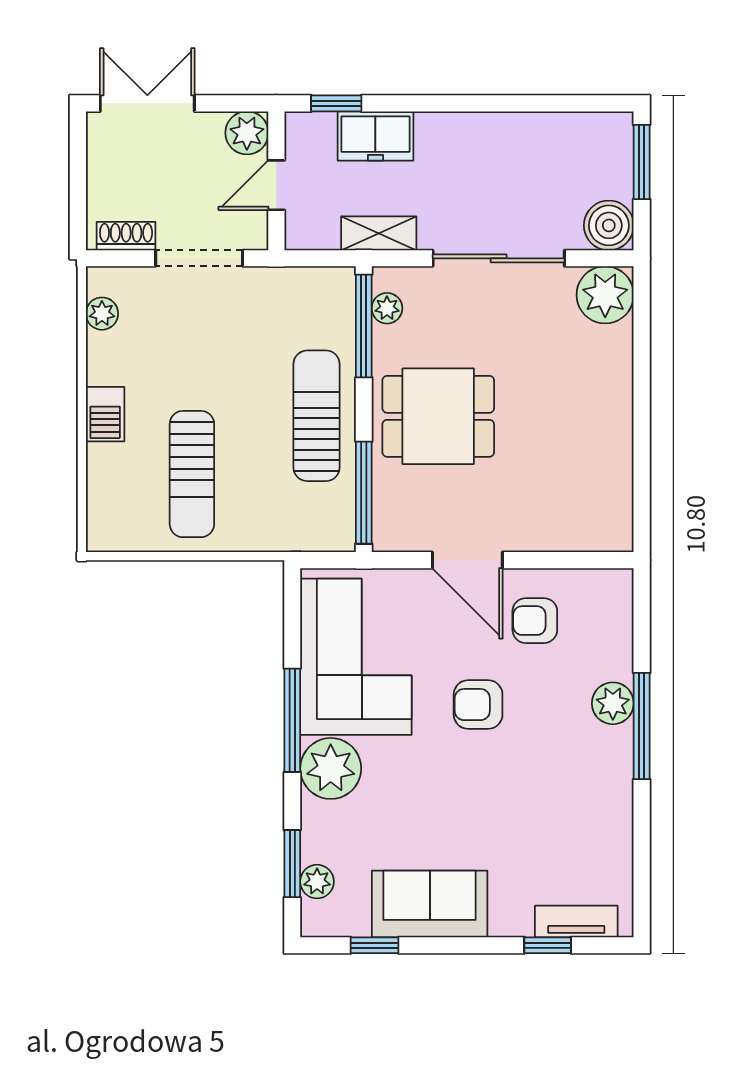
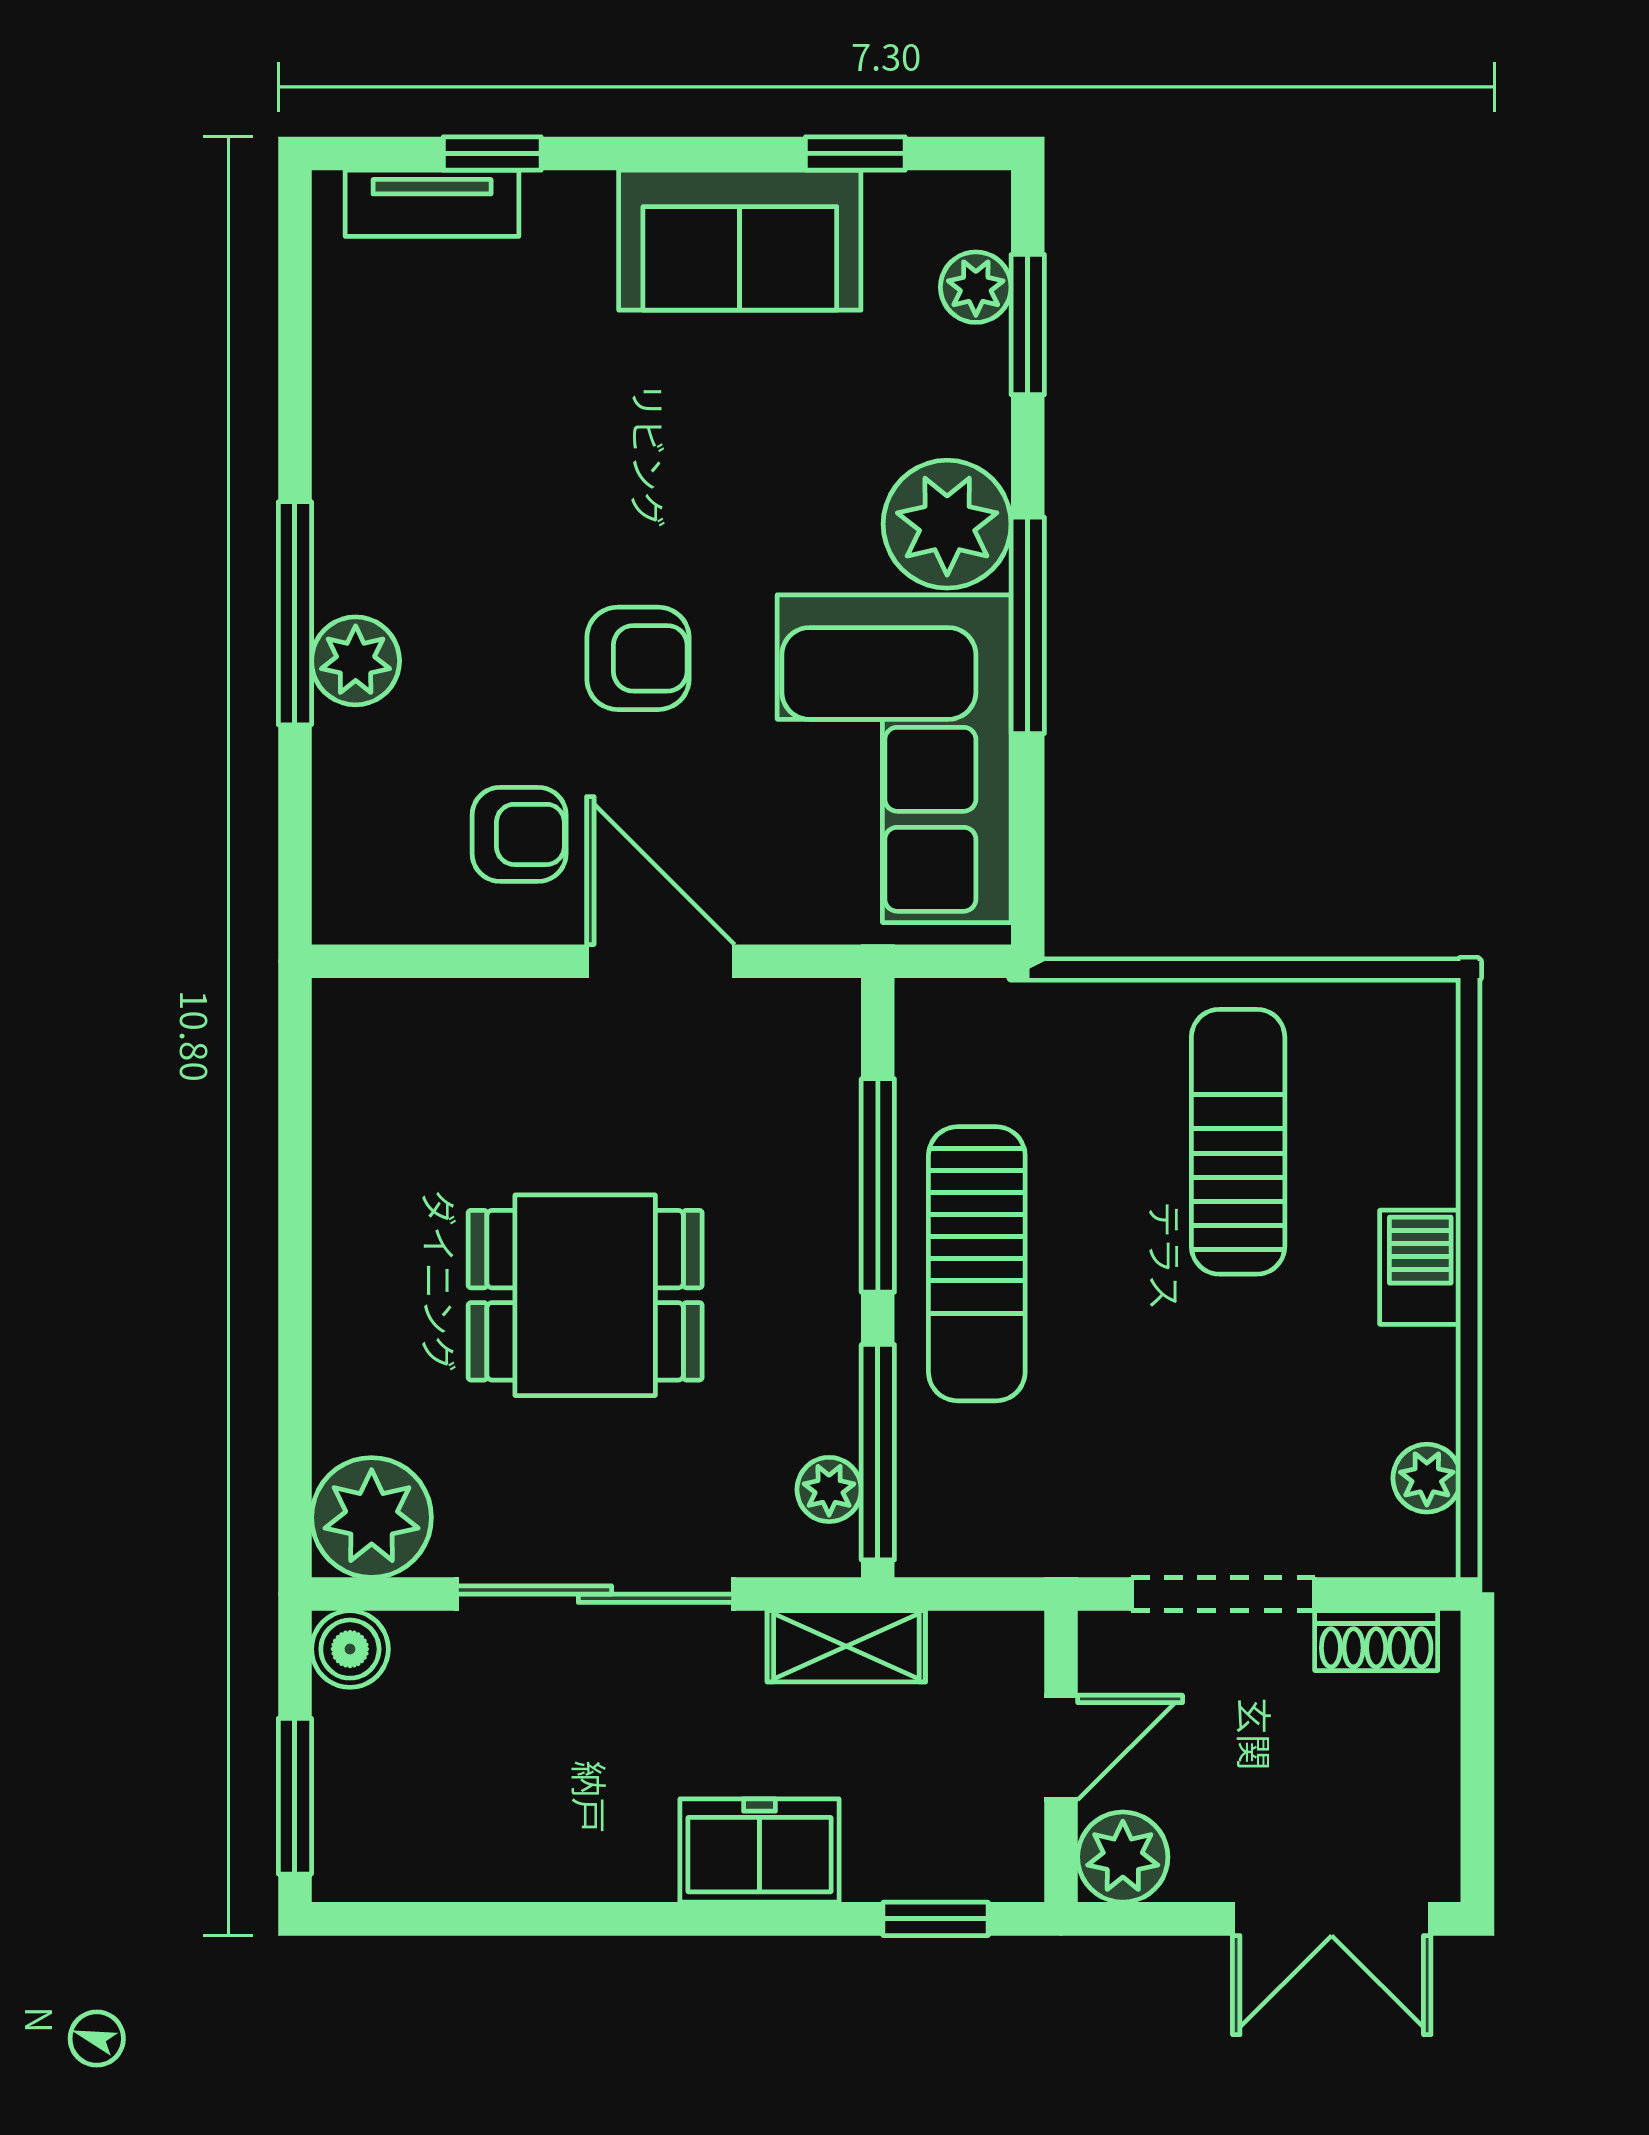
freezer: (375, 136) -> (759, 1851), moved
boiler: (609, 225) -> (350, 1649), width x0.73, depth x0.73
dining table: (438, 416) -> (585, 1295), moved
window: (364, 493) -> (878, 1185), moved

